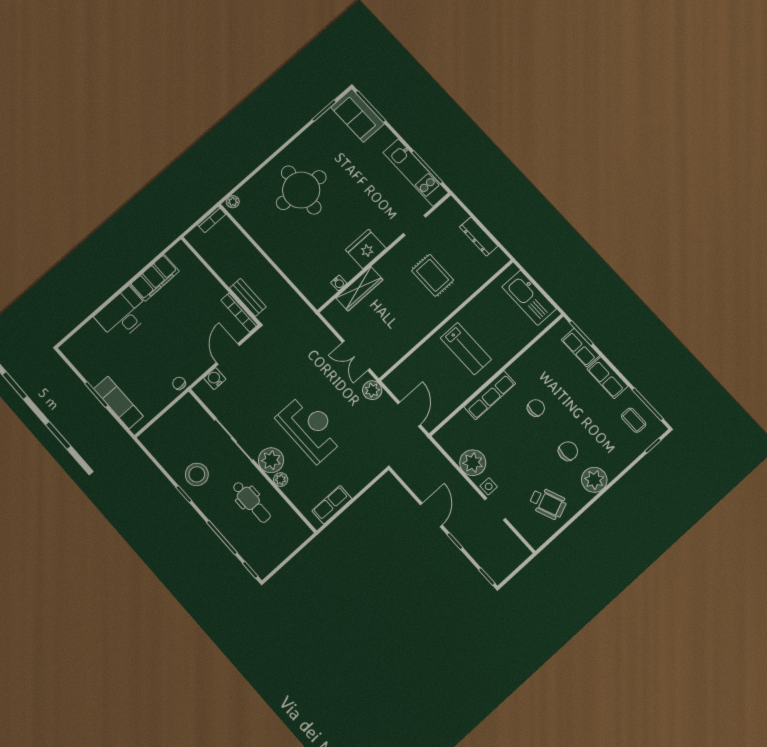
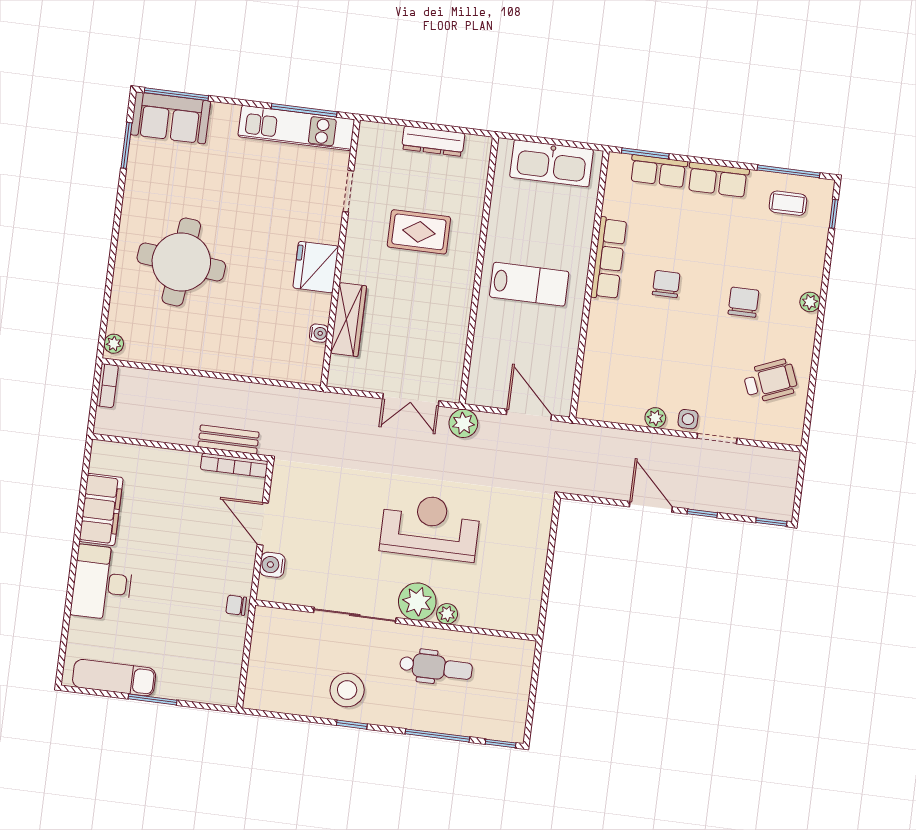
row of seats: (490, 395) -> (609, 258), moved
exam couch: (118, 402) -> (114, 678), moved
plant: (473, 463) -> (655, 418), width x0.53, depth x0.53
plant: (594, 480) -> (810, 302), width x0.53, depth x0.53
row of seats: (332, 505) -> (529, 592), removed

